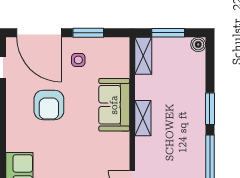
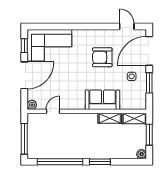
shelving: (143, 118) -> (110, 118), moved

